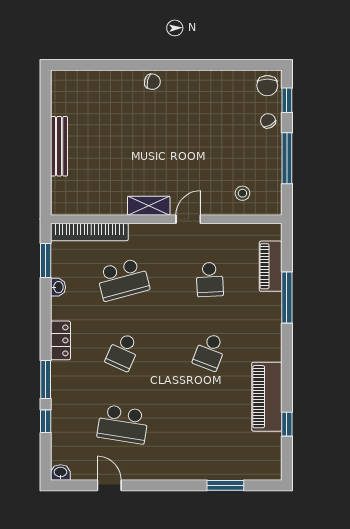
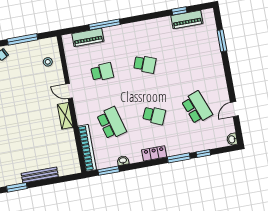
window: (46, 105) -> (17, 187), added
piano: (267, 397) -> (187, 19), moved, width x0.73, depth x0.75
school desk: (123, 424) -> (197, 108), turned -30

